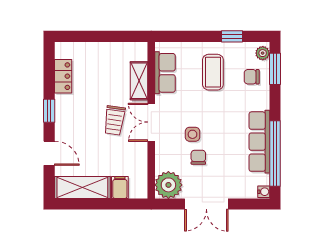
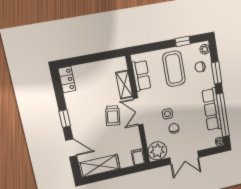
window: (275, 69) -> (217, 73), moved
coffee table: (213, 72) -> (174, 69), width x1.36, depth x1.32
locker: (63, 76) -> (67, 80), moved
filing cabinet: (120, 187) -> (138, 157), moved

